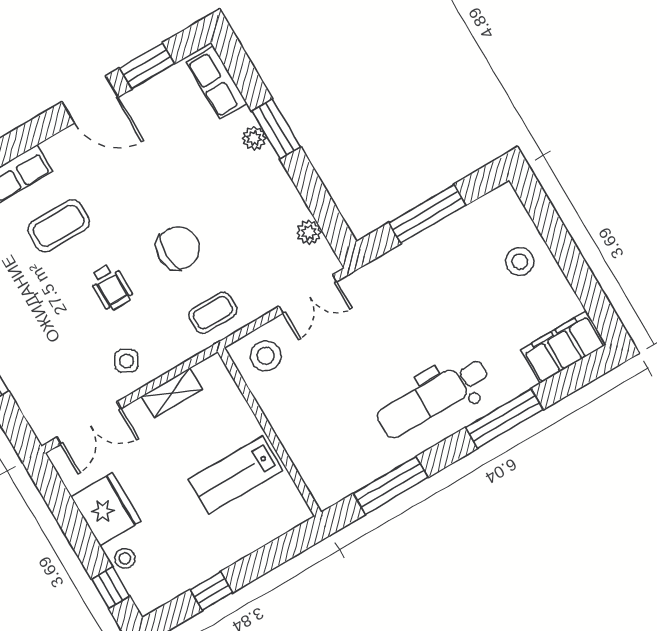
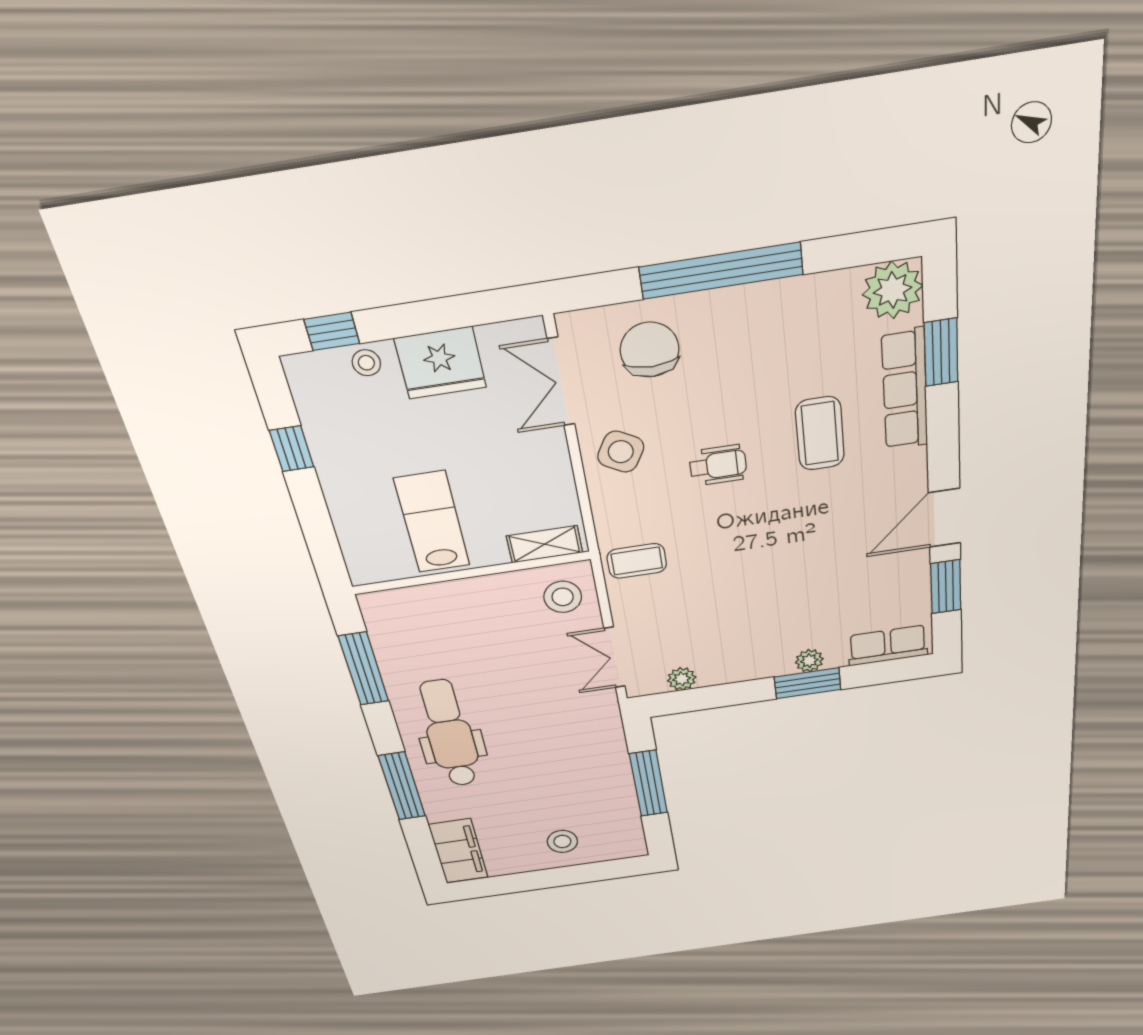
chair: (178, 248) -> (650, 350), moved, turned 180
wheelchair: (111, 287) -> (718, 465), turned 180
coffee table: (213, 313) -> (637, 561), turned 90
side table: (127, 361) -> (621, 452), width x1.37, depth x1.37
shelving: (172, 393) -> (545, 544), moved, turned 90

